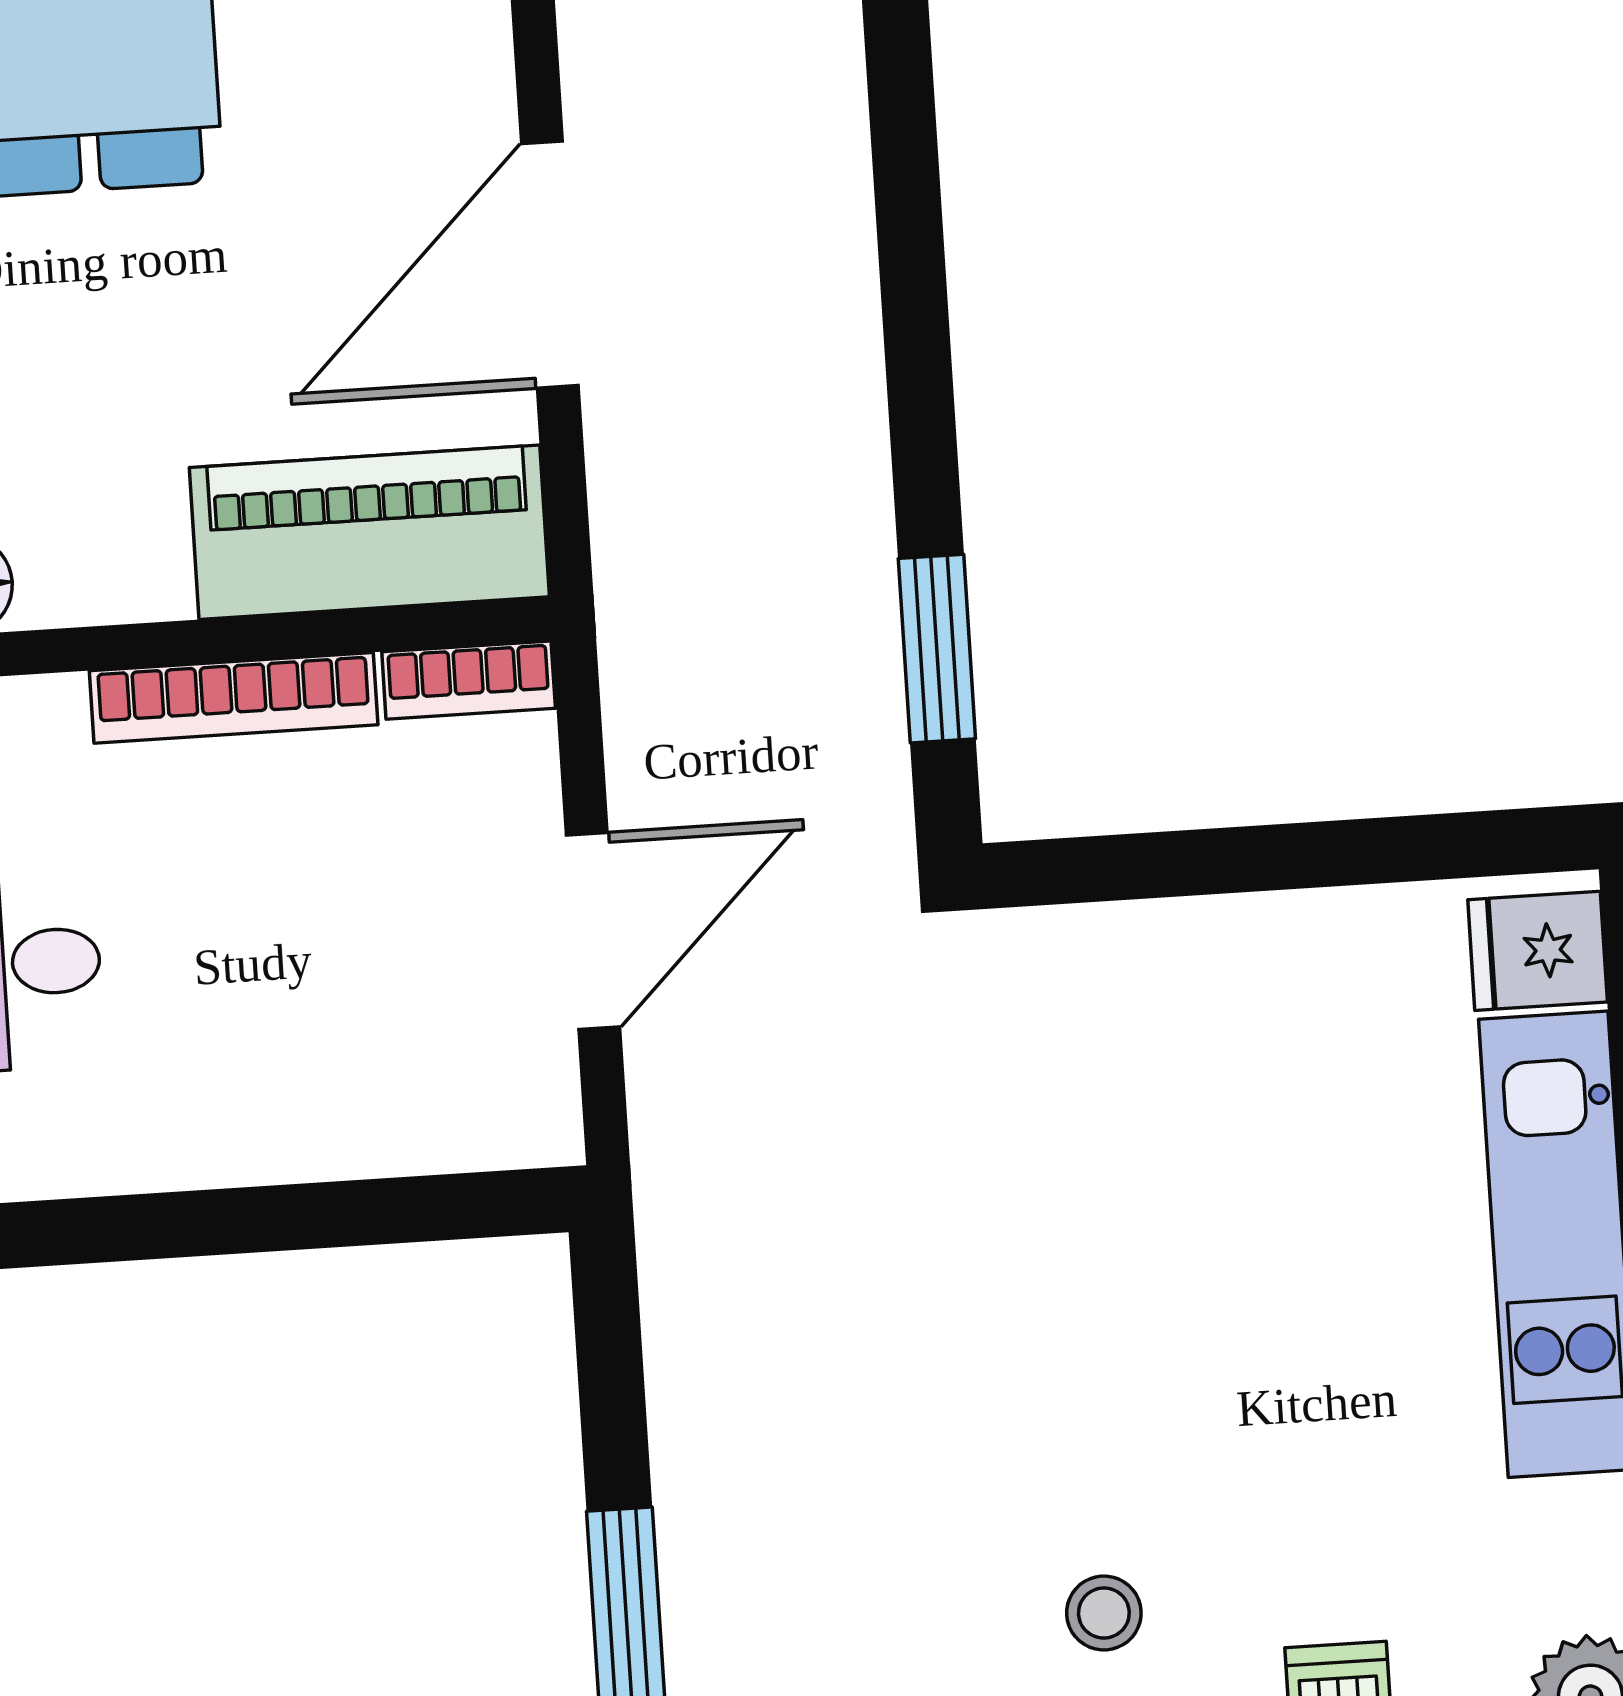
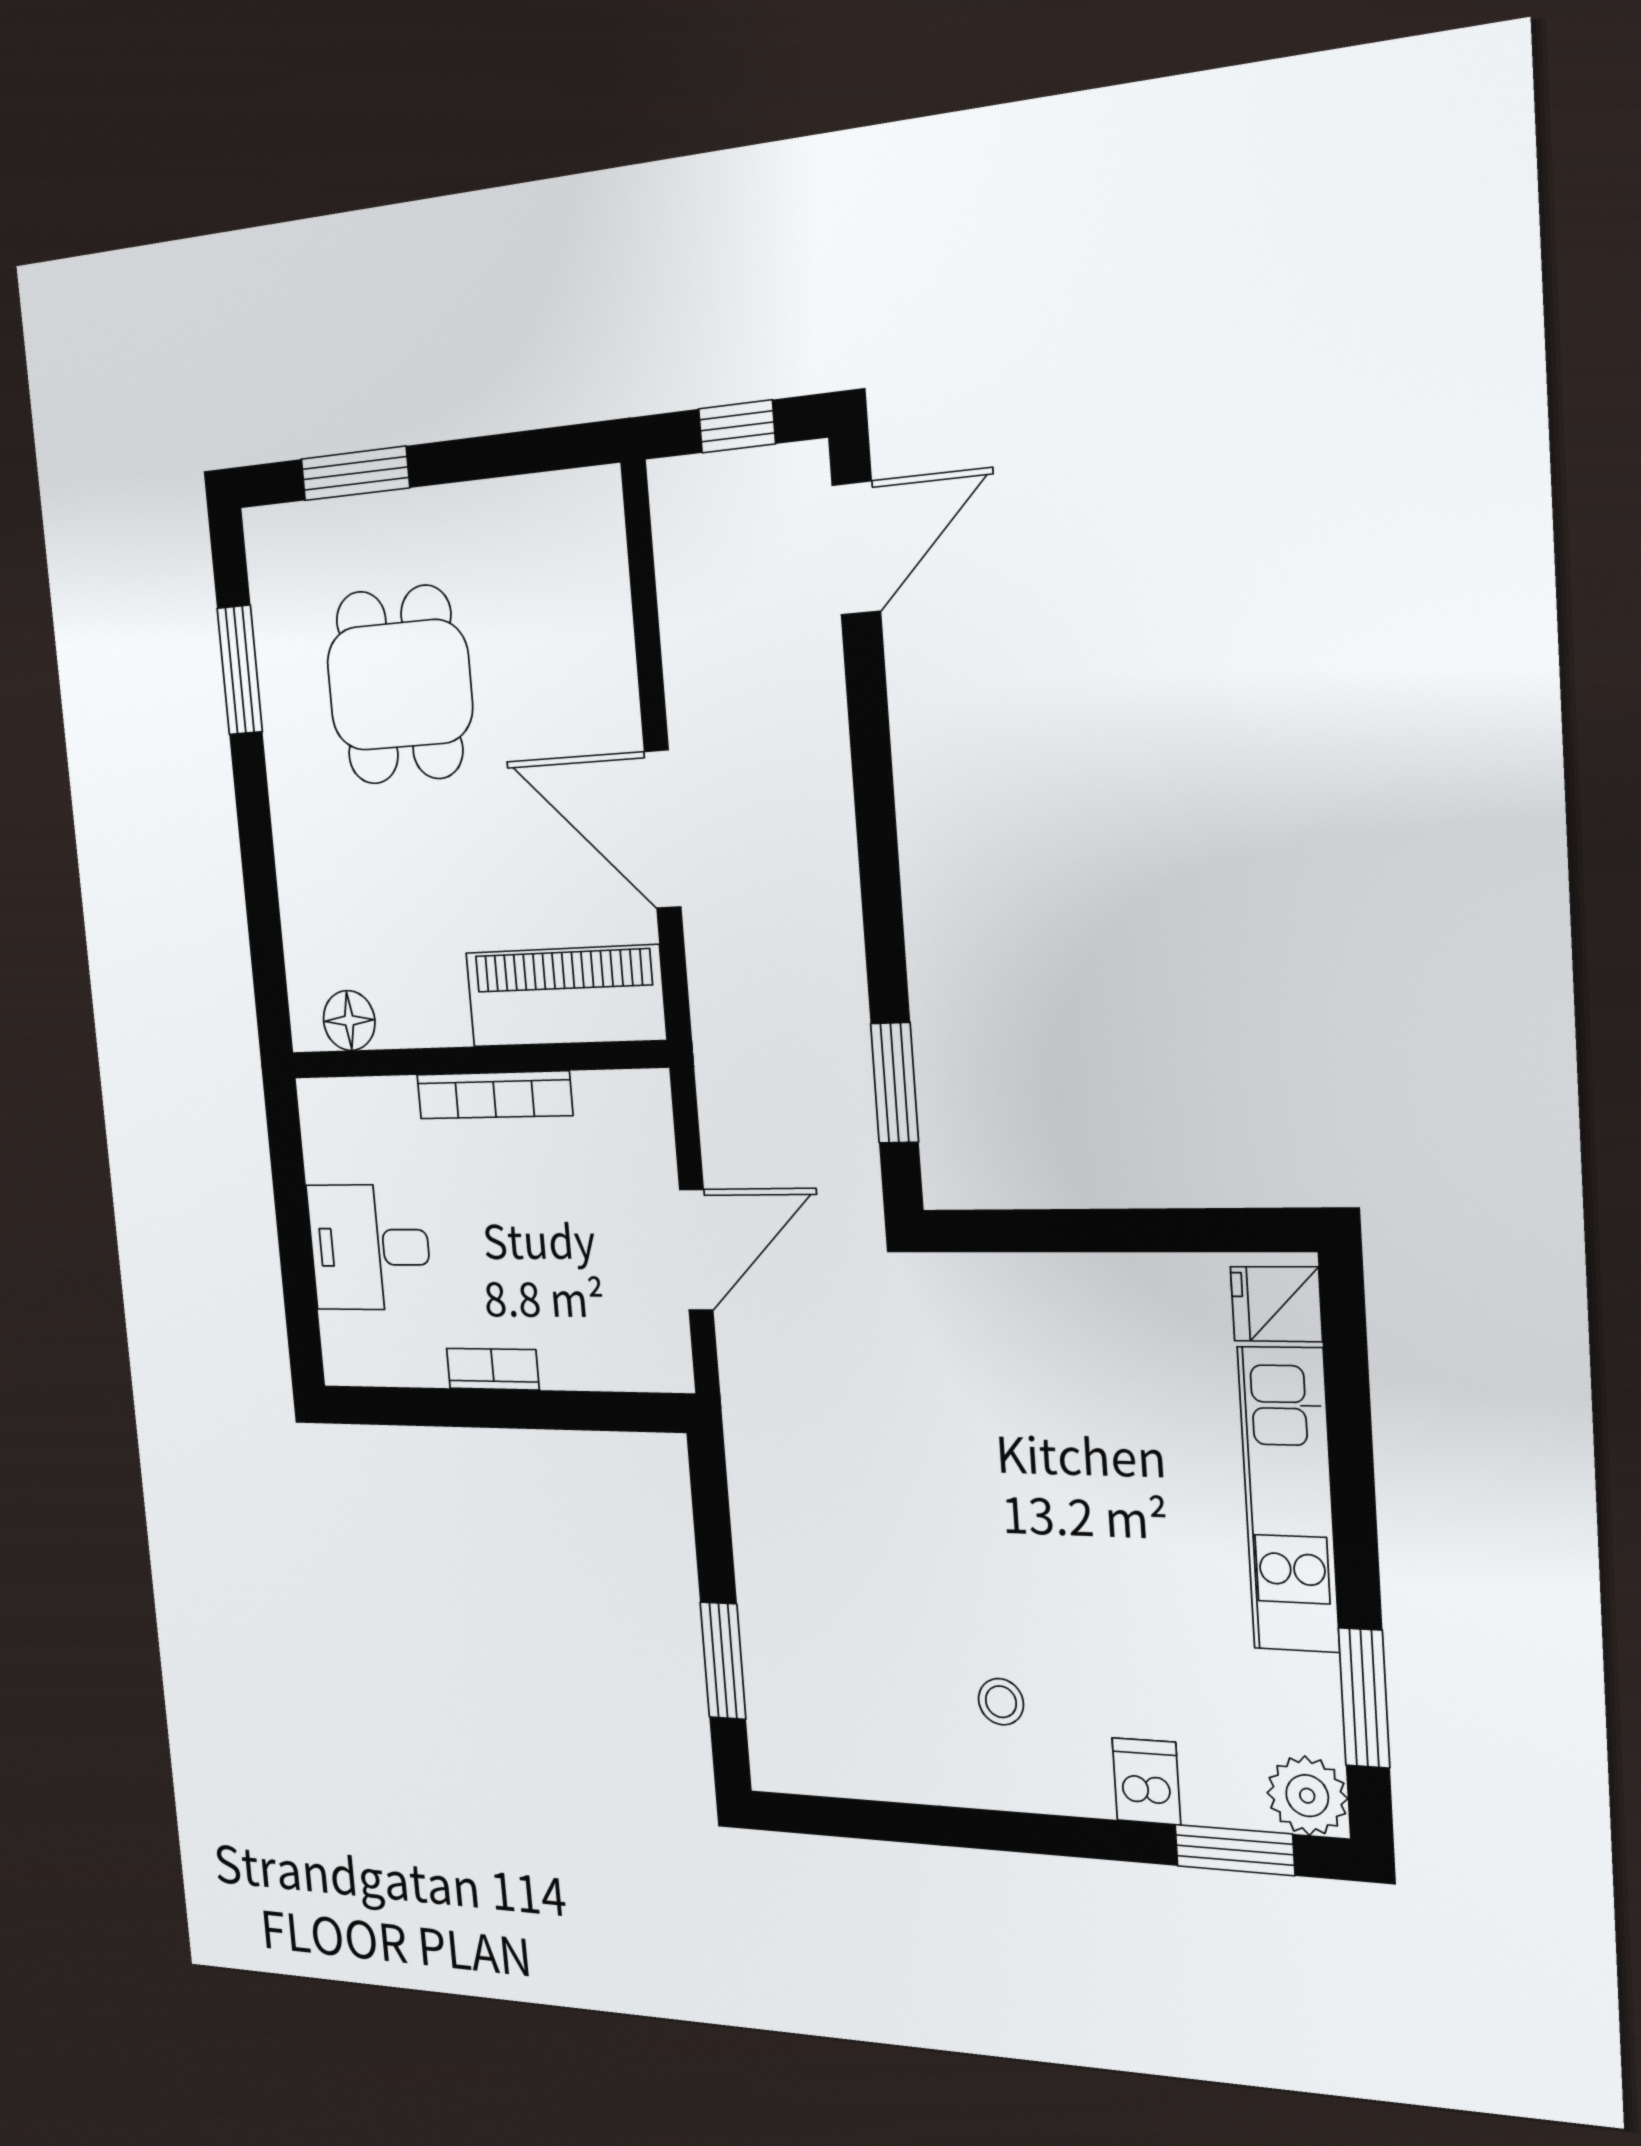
door: (550, 265) -> (663, 829), hinge flipped
bookcase: (469, 680) -> (493, 1369), moved, turned 180

